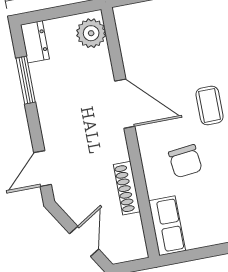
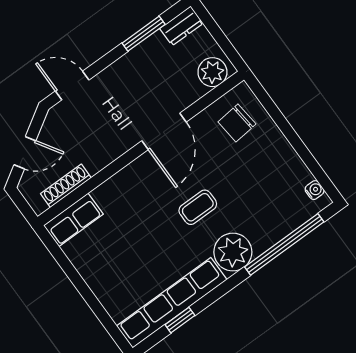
chair: (185, 161) -> (237, 123), moved
shoe rack: (127, 188) -> (66, 186), moved

